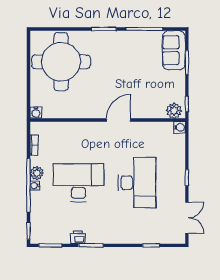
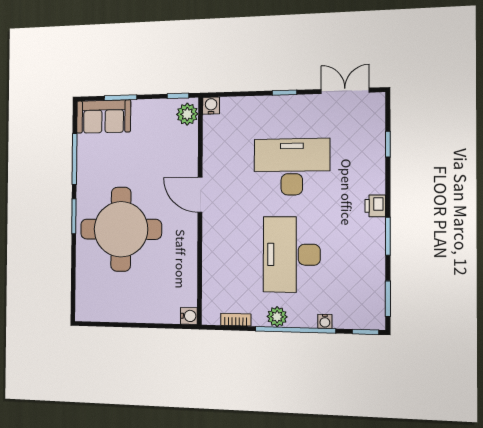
round table: (61, 62) -> (121, 229), moved
water cooler: (35, 186) -> (325, 321), moved
printer: (78, 237) -> (375, 206), moved

